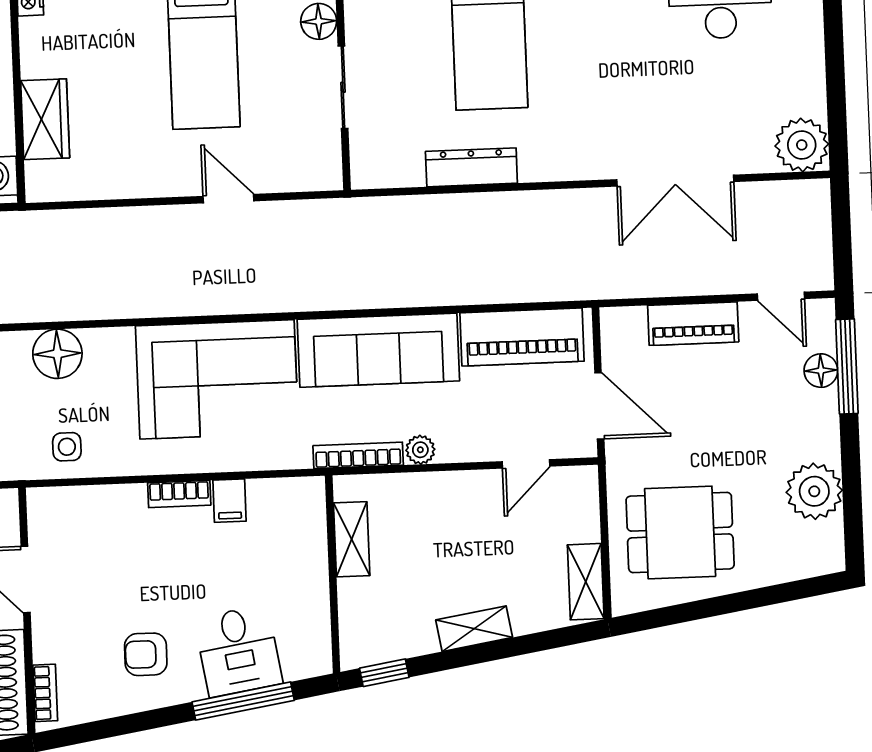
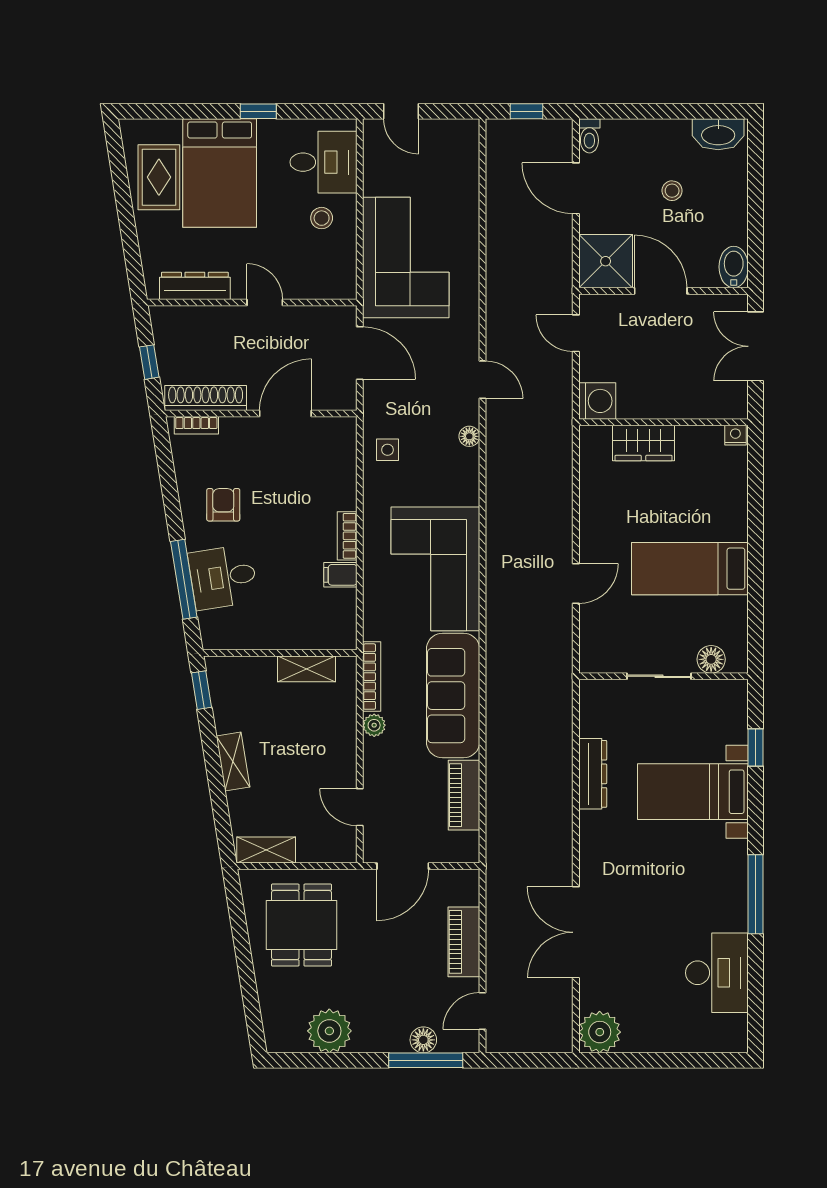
piano: (522, 337) -> (464, 795), width x0.73, depth x0.75
floor lamp: (57, 354) -> (469, 436), width x0.53, depth x0.53

